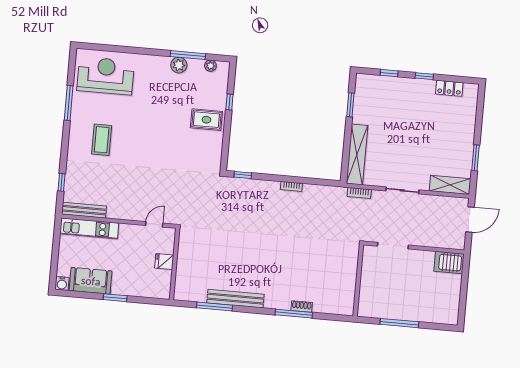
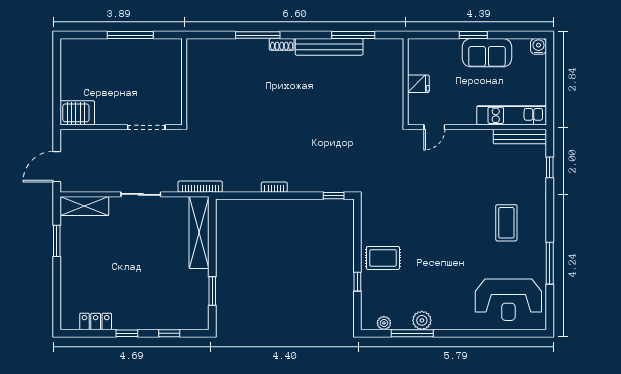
bookcase: (359, 193) -> (200, 187), width x1.56
sofa: (91, 281) -> (487, 53), moved
shoe rack: (302, 307) -> (282, 44), moved

